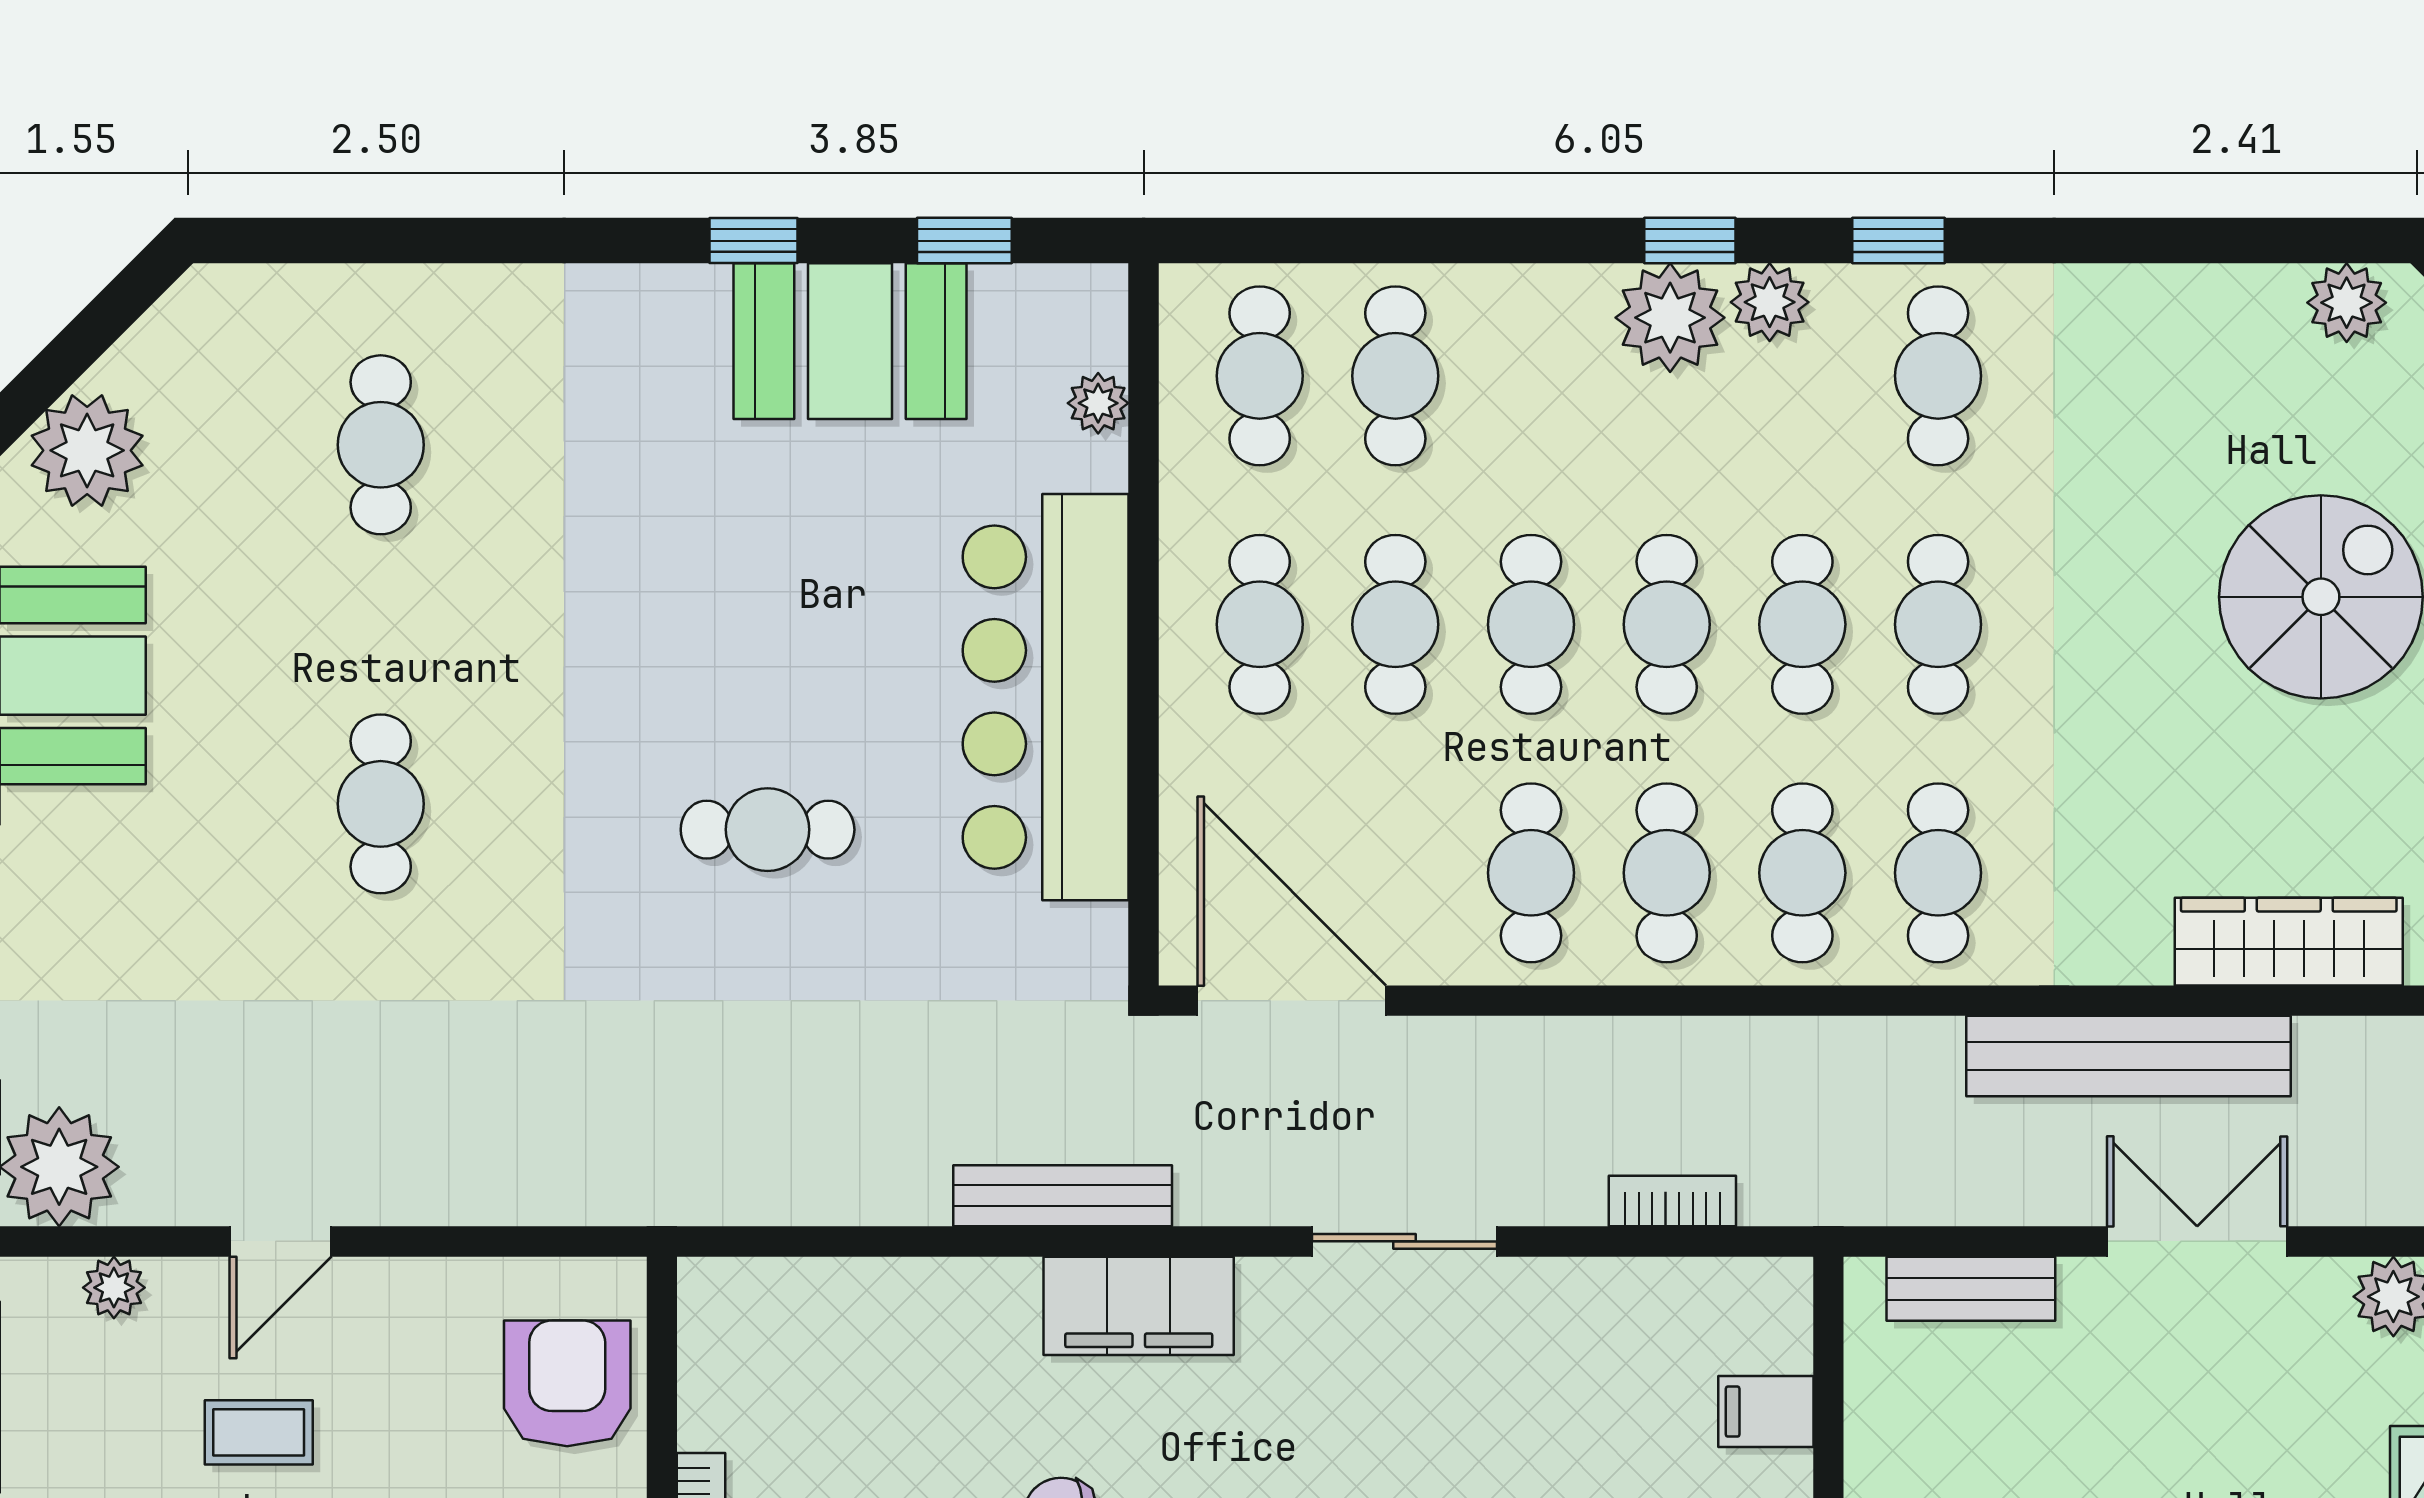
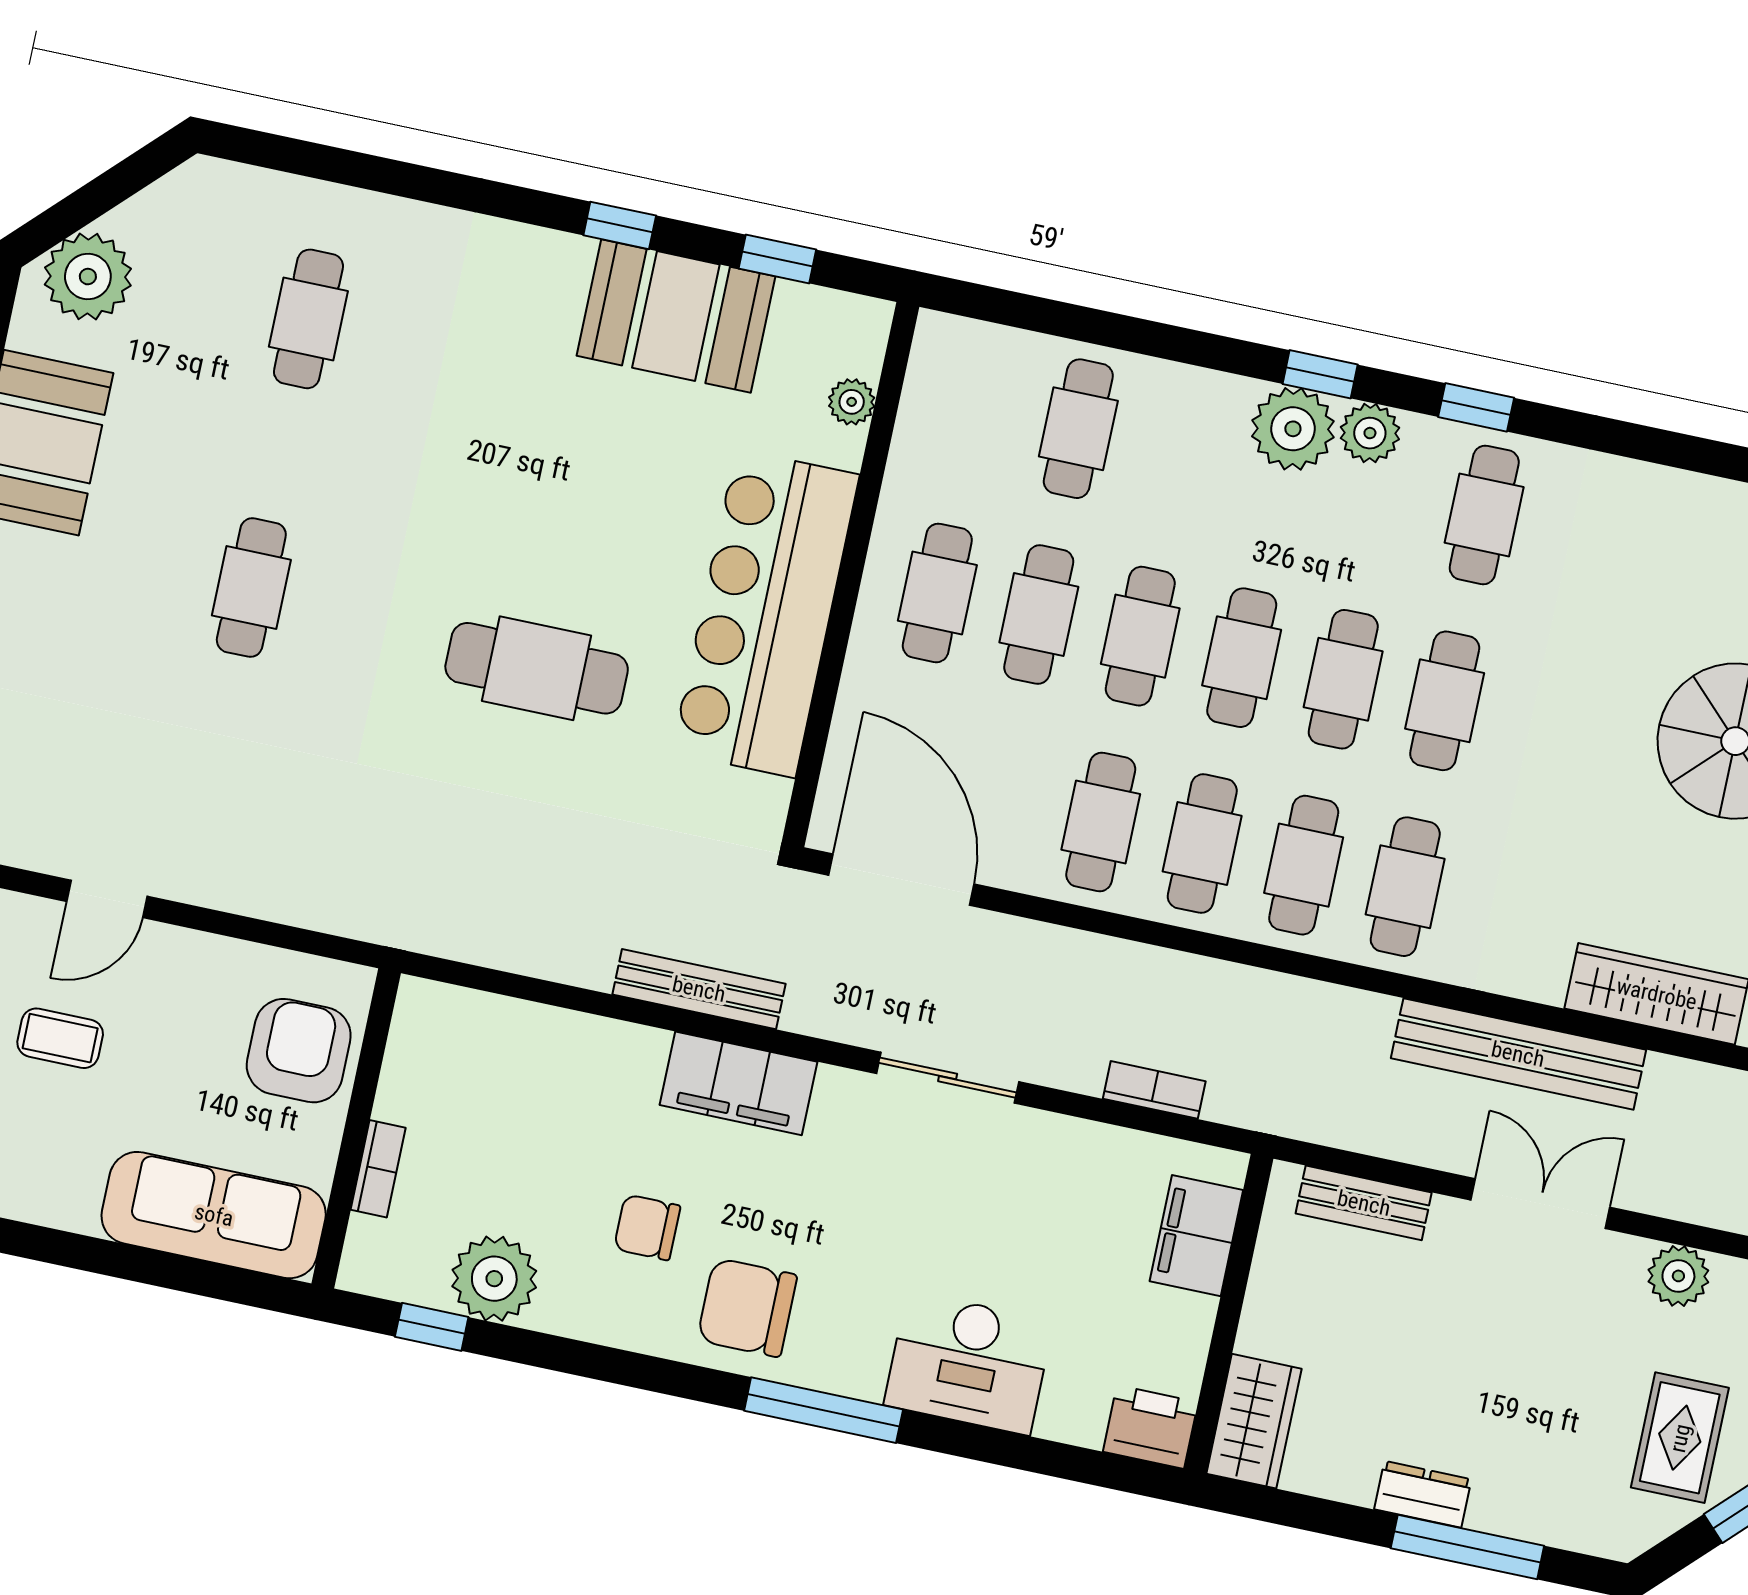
cafe table: (1260, 376) -> (977, 407), removed
cafe table: (768, 830) -> (537, 668), width x1.37, depth x1.35
filing cabinet: (1766, 1412) -> (1196, 1236), width x2.00

